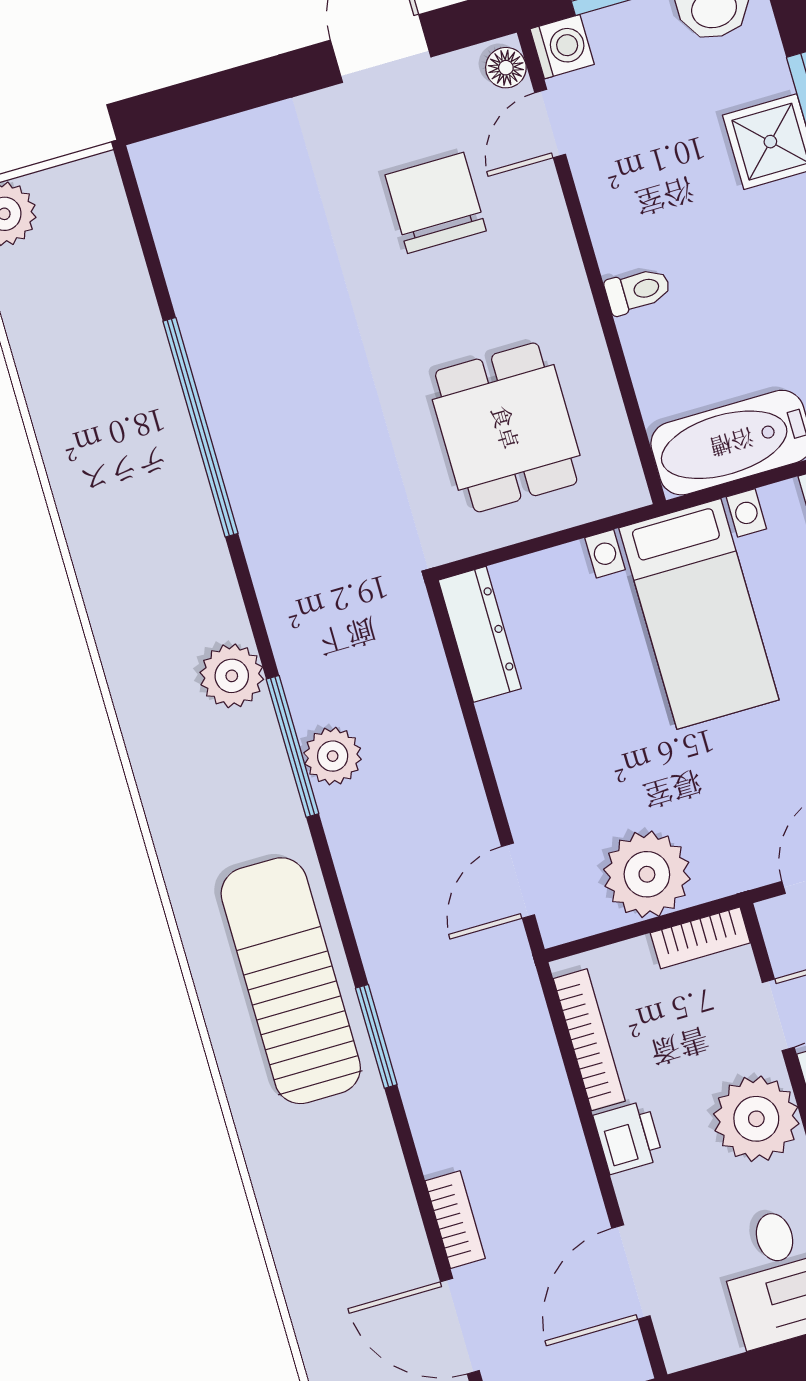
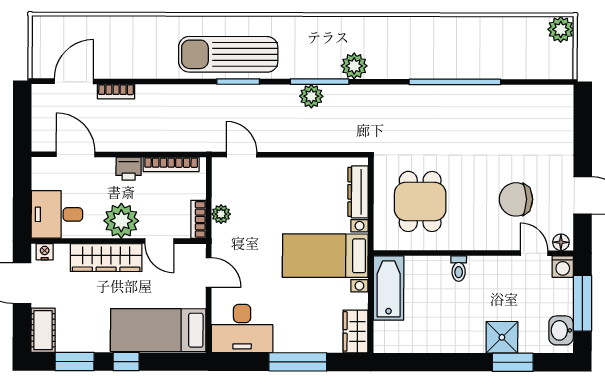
chair: (436, 203) -> (516, 199), turned 180
dining table: (506, 427) -> (420, 201), turned 90
dresser: (480, 634) -> (358, 192), moved, turned 90
plant: (647, 874) -> (221, 214), width x0.53, depth x0.53
sun lounger: (291, 981) -> (228, 54), turned 180
window: (376, 1036) -> (238, 82), moved

